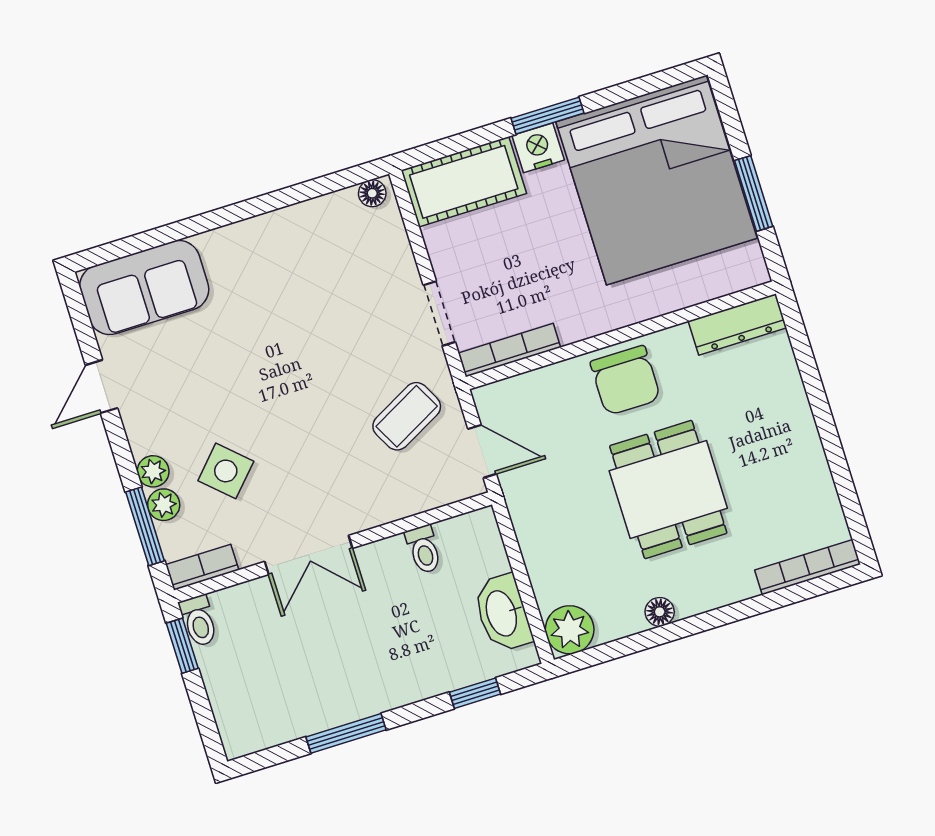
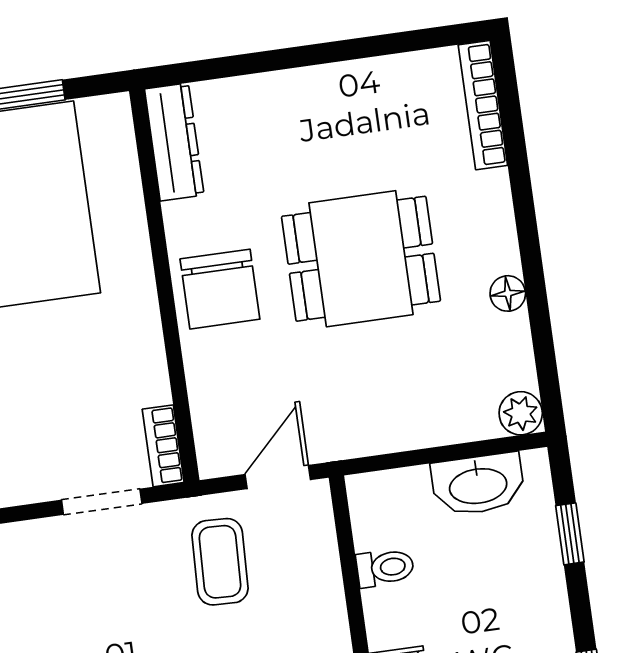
bookcase: (509, 350) -> (163, 446), width x0.64
chair: (625, 380) -> (220, 289), turned 90
coffee table: (407, 416) -> (220, 562), turned 30
plant: (570, 630) -> (521, 413), width x0.73, depth x0.73

